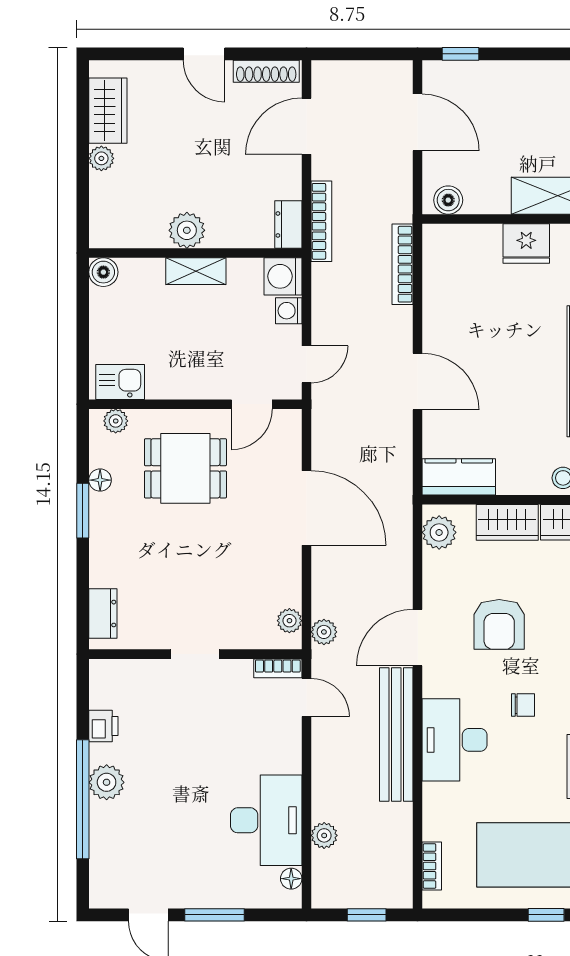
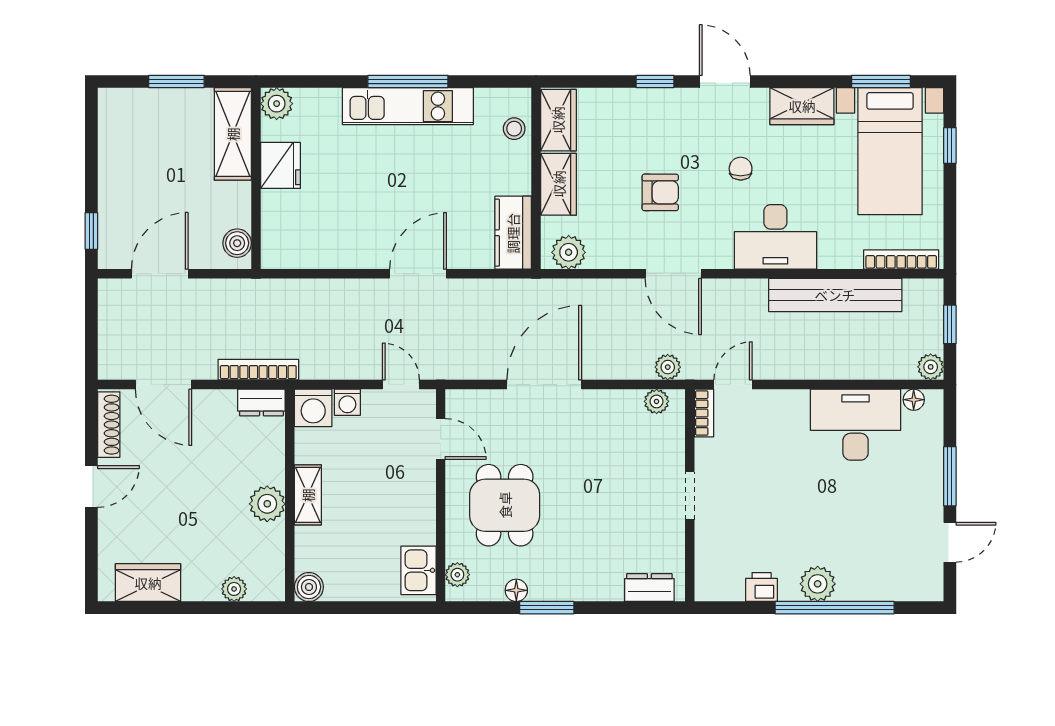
plant: (101, 158) -> (234, 589), moved
bookcase: (403, 264) -> (301, 289), removed
armchair: (499, 624) -> (660, 192), width x0.72, depth x0.72
bench: (396, 735) -> (835, 295), moved
plant: (324, 835) -> (931, 367), moved
bookcase: (432, 866) -> (901, 260), width x1.56

